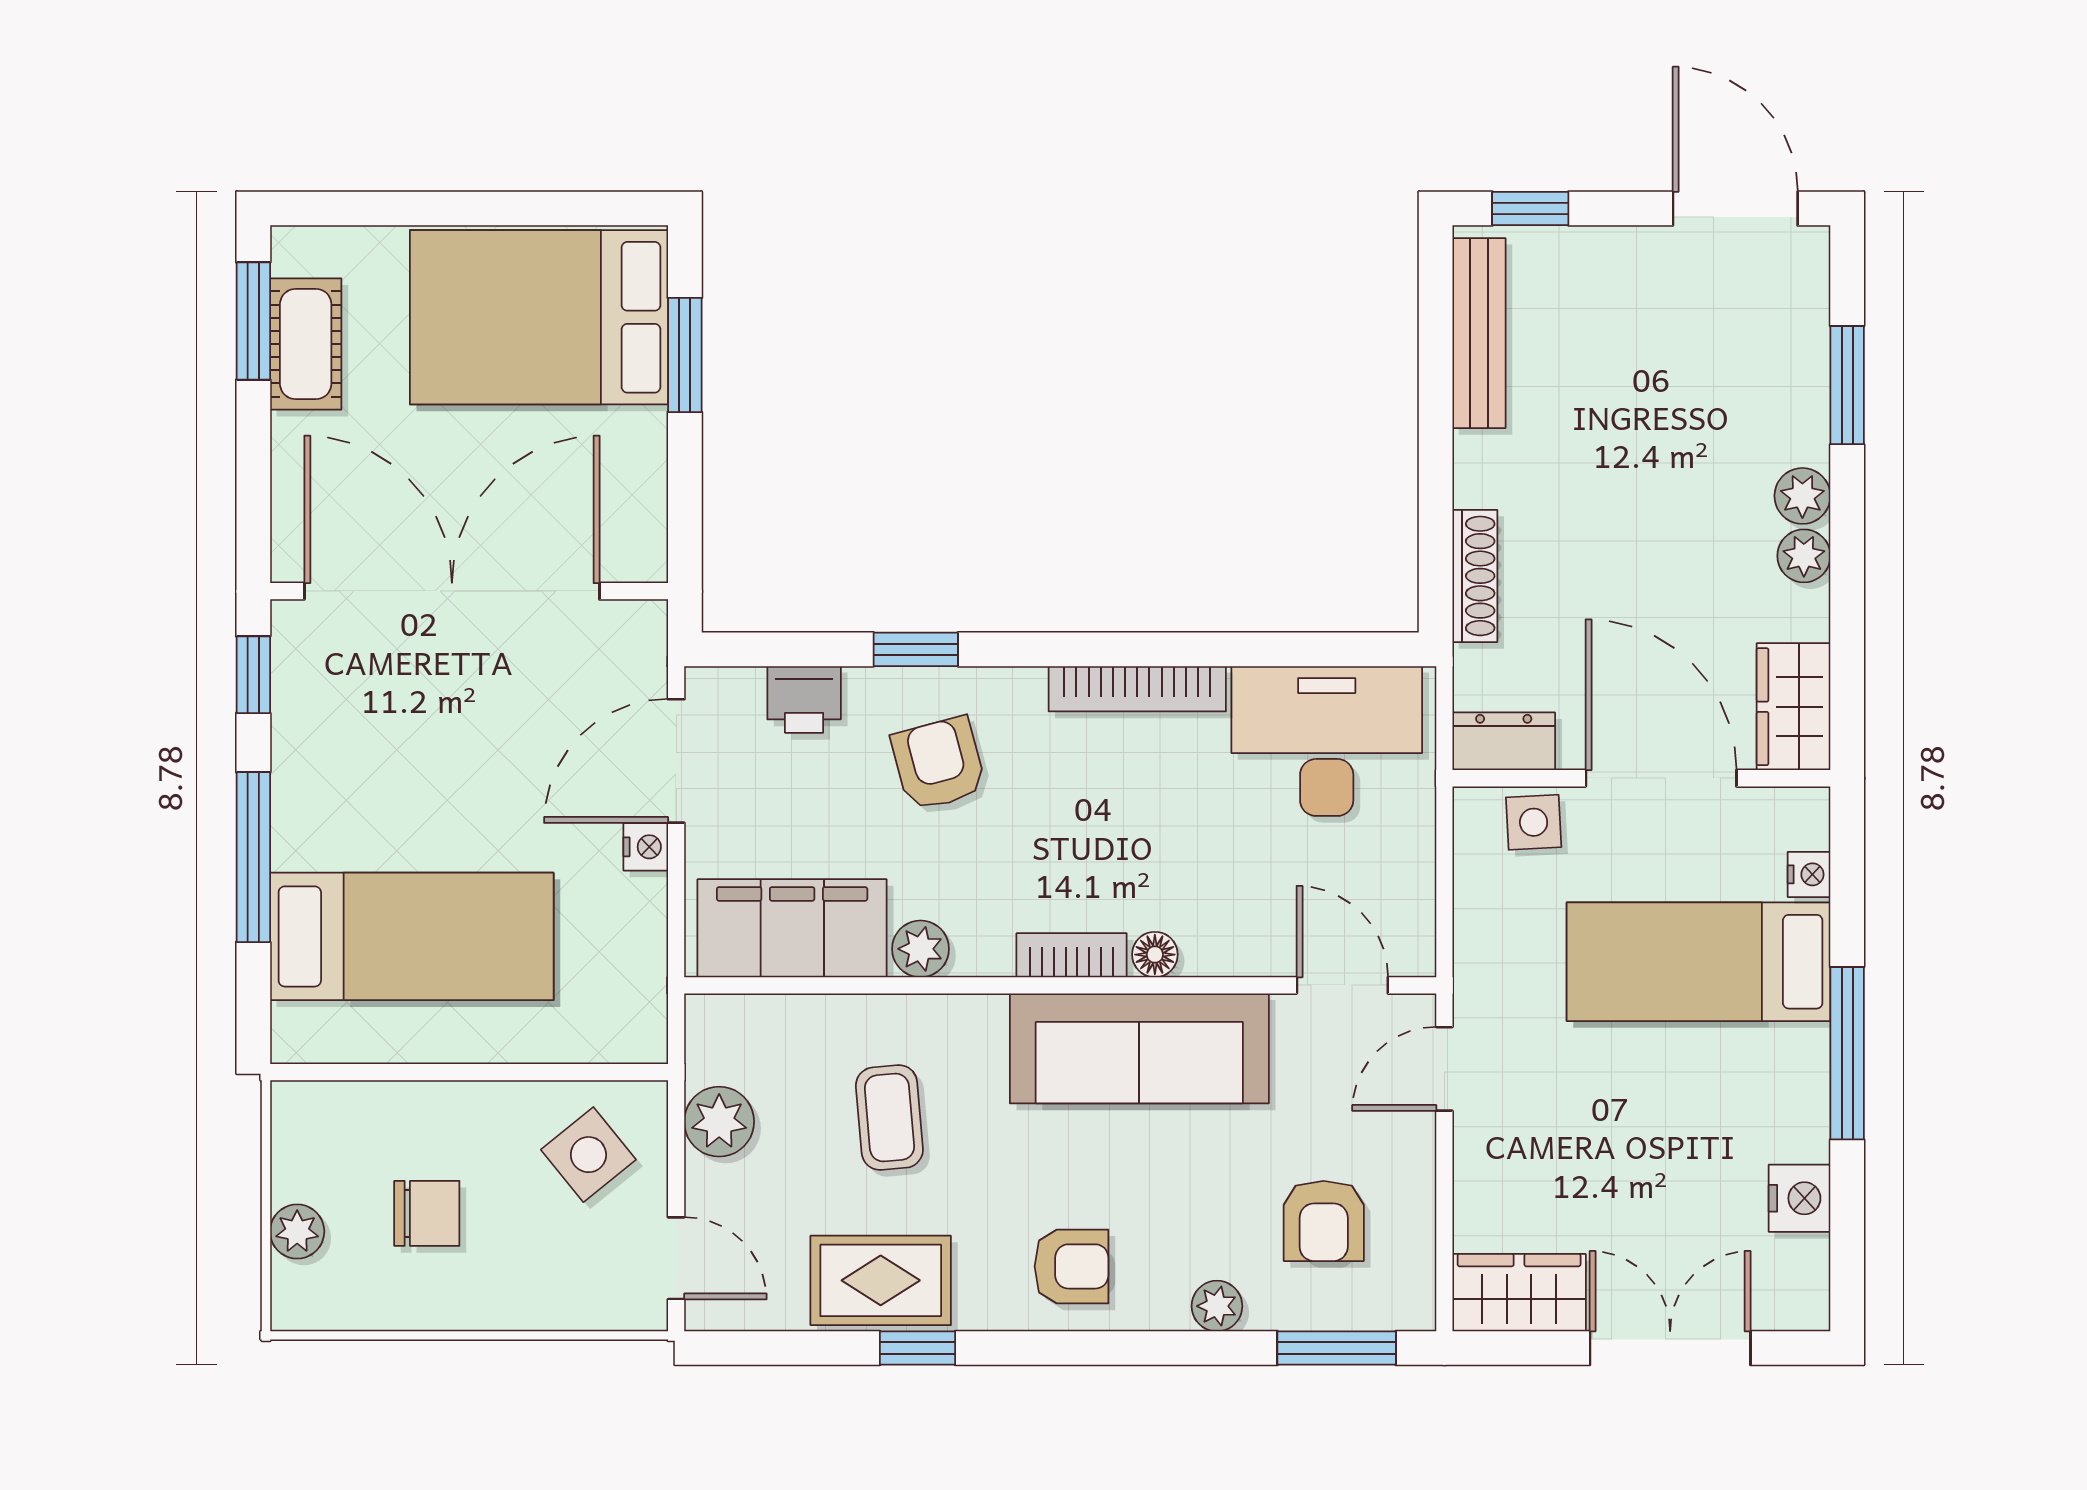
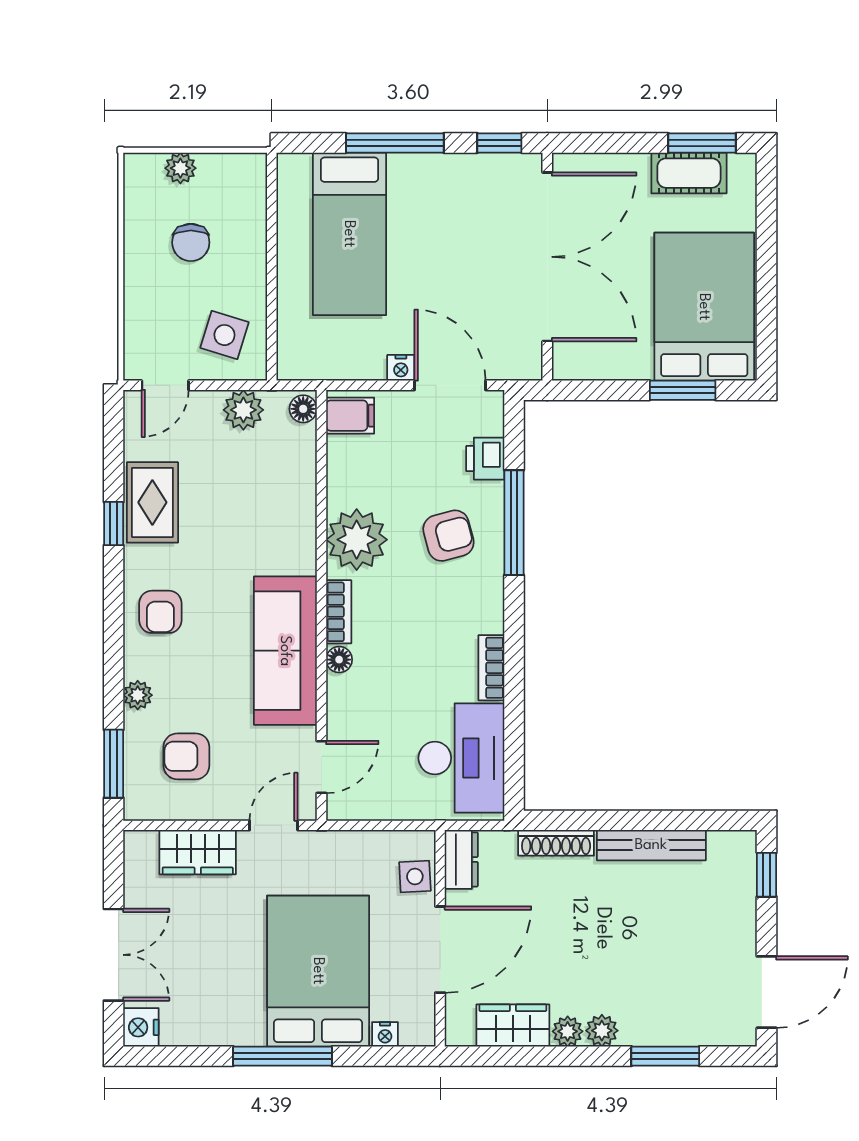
bench: (1479, 333) -> (651, 845), moved
window: (916, 649) -> (514, 523), width x2.17
bookcase: (1137, 689) -> (491, 668), width x0.64
wardrobe: (1794, 707) -> (513, 1025), moved
filing cabinet: (792, 928) -> (350, 416), width x0.33, depth x0.86
plant: (921, 949) -> (357, 540), width x1.87, depth x1.87
bed: (1699, 962) -> (318, 971), width x1.50
floor lamp: (717, 1017) -> (303, 409), added
door: (1444, 1069) -> (274, 825), hinge flipped
coffee table: (889, 1118) -> (246, 507), removed
side table: (588, 1155) -> (224, 335), turned -34
nightstand: (1799, 1198) -> (141, 1027), moved, turned 90
wardrobe: (1519, 1293) -> (198, 852), moved, turned 90

